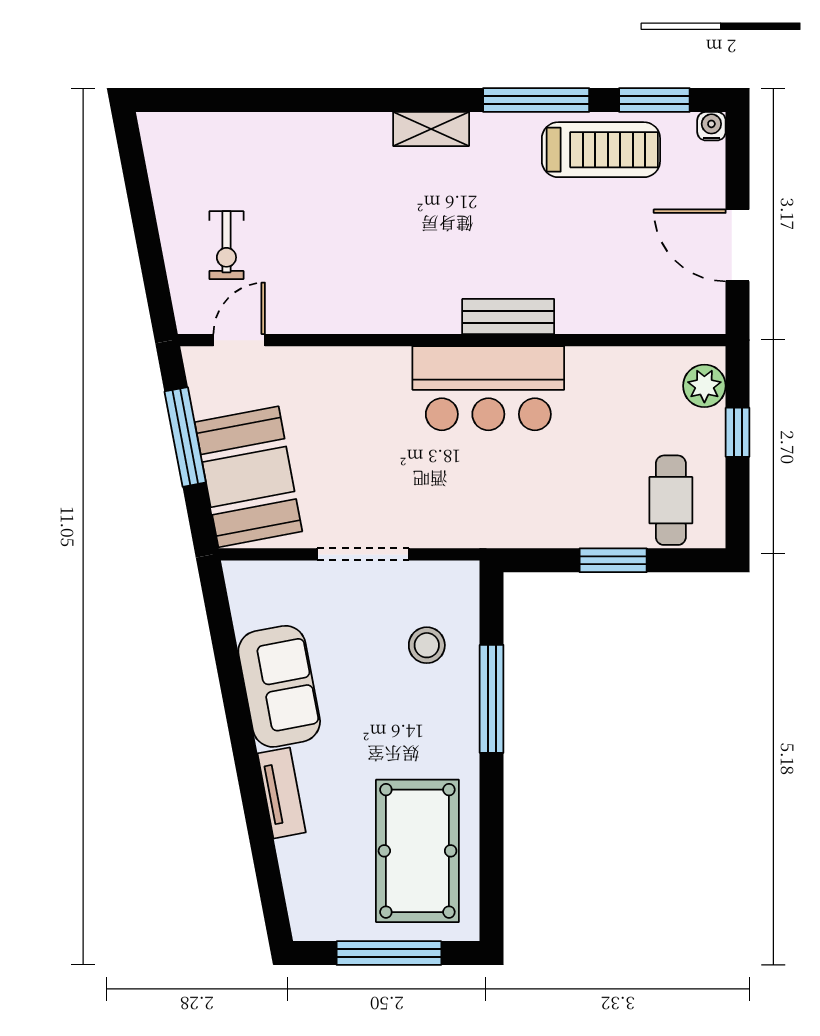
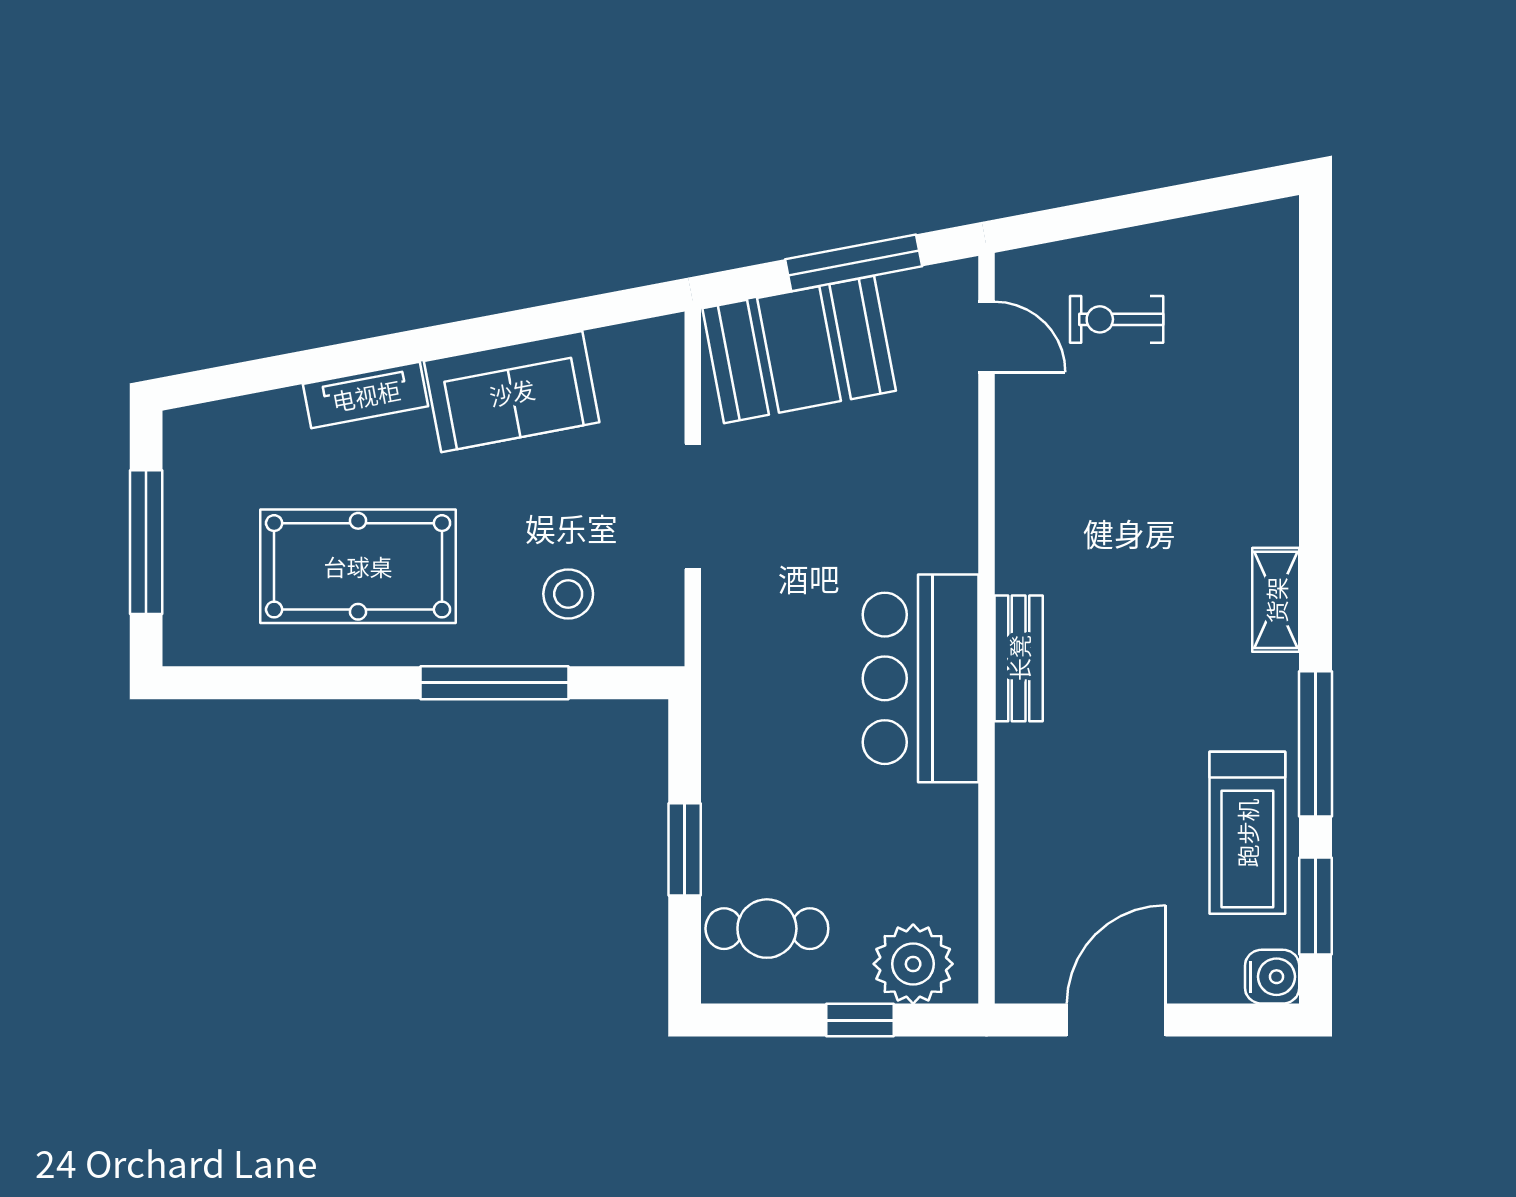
water cooler: (711, 126) -> (1272, 977), width x1.38, depth x1.38
bench: (508, 317) -> (1019, 658), moved
plant: (704, 386) -> (913, 964), width x1.36, depth x1.36
pool table: (417, 851) -> (358, 566), moved

